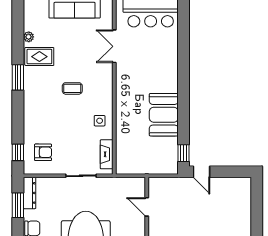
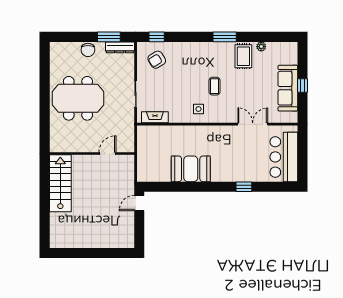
side table: (100, 121) -> (198, 109), moved
armchair: (43, 152) -> (157, 60), turned 59
window: (183, 153) -> (244, 187), moved

